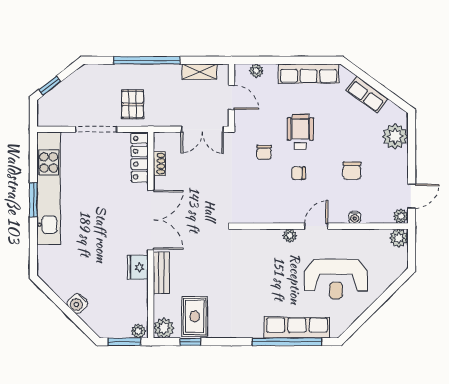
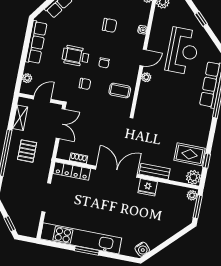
pallet: (132, 104) -> (27, 151), moved, turned 90
coffee table: (264, 203) -> (120, 91), added
door: (316, 226) -> (143, 58), swing flipped
window: (385, 296) -> (201, 19), added
water cooler: (77, 304) -> (142, 249), moved

